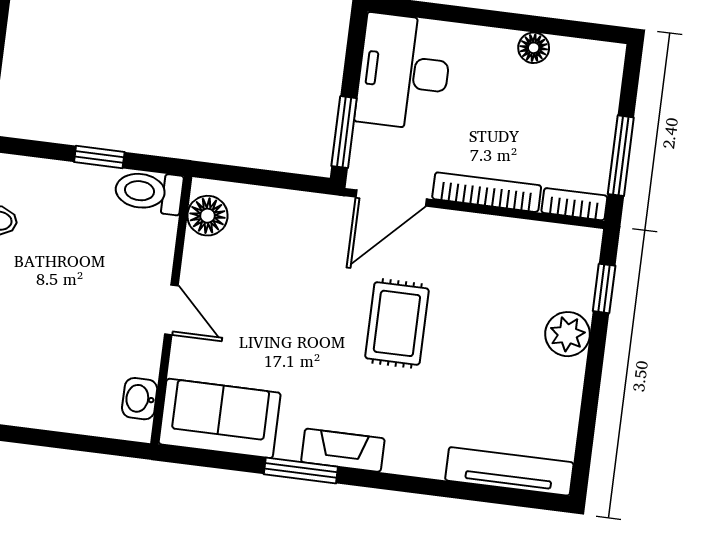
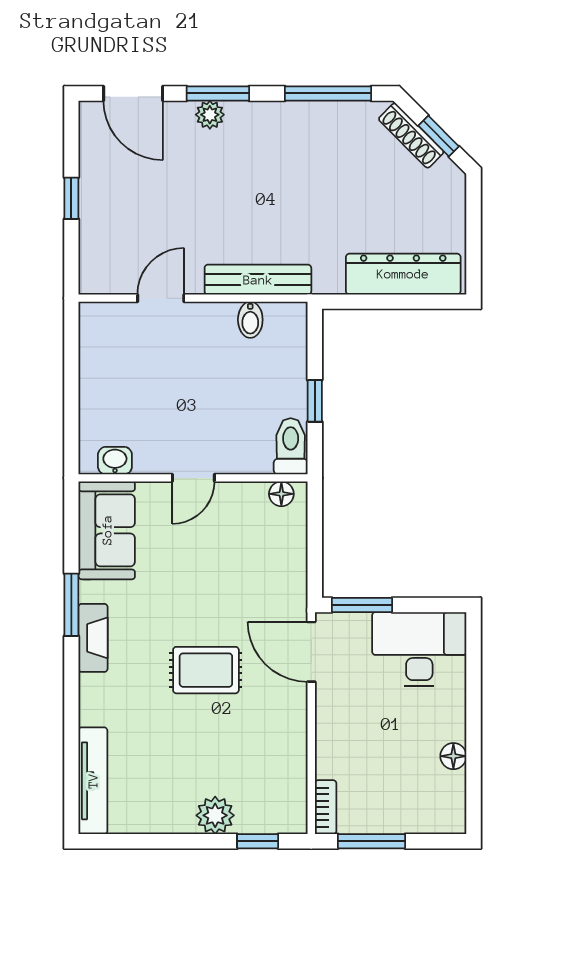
bookcase: (487, 192) -> (326, 732), removed
floor lamp: (208, 216) -> (281, 494), width x0.73, depth x0.73

